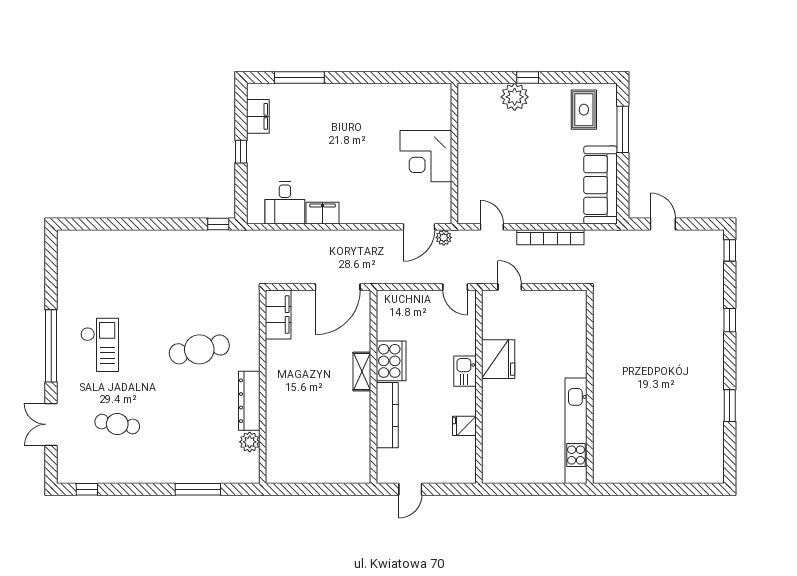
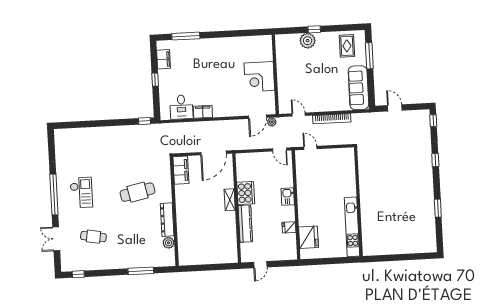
fridge: (498, 359) -> (309, 237), moved

